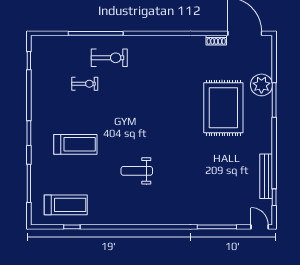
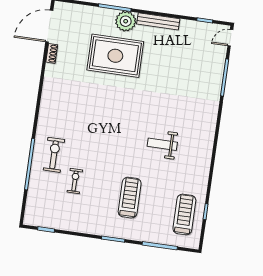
plant: (261, 85) -> (126, 21), moved
weight bench: (137, 171) -> (162, 144), turned 90
bench: (266, 176) -> (158, 21), moved

